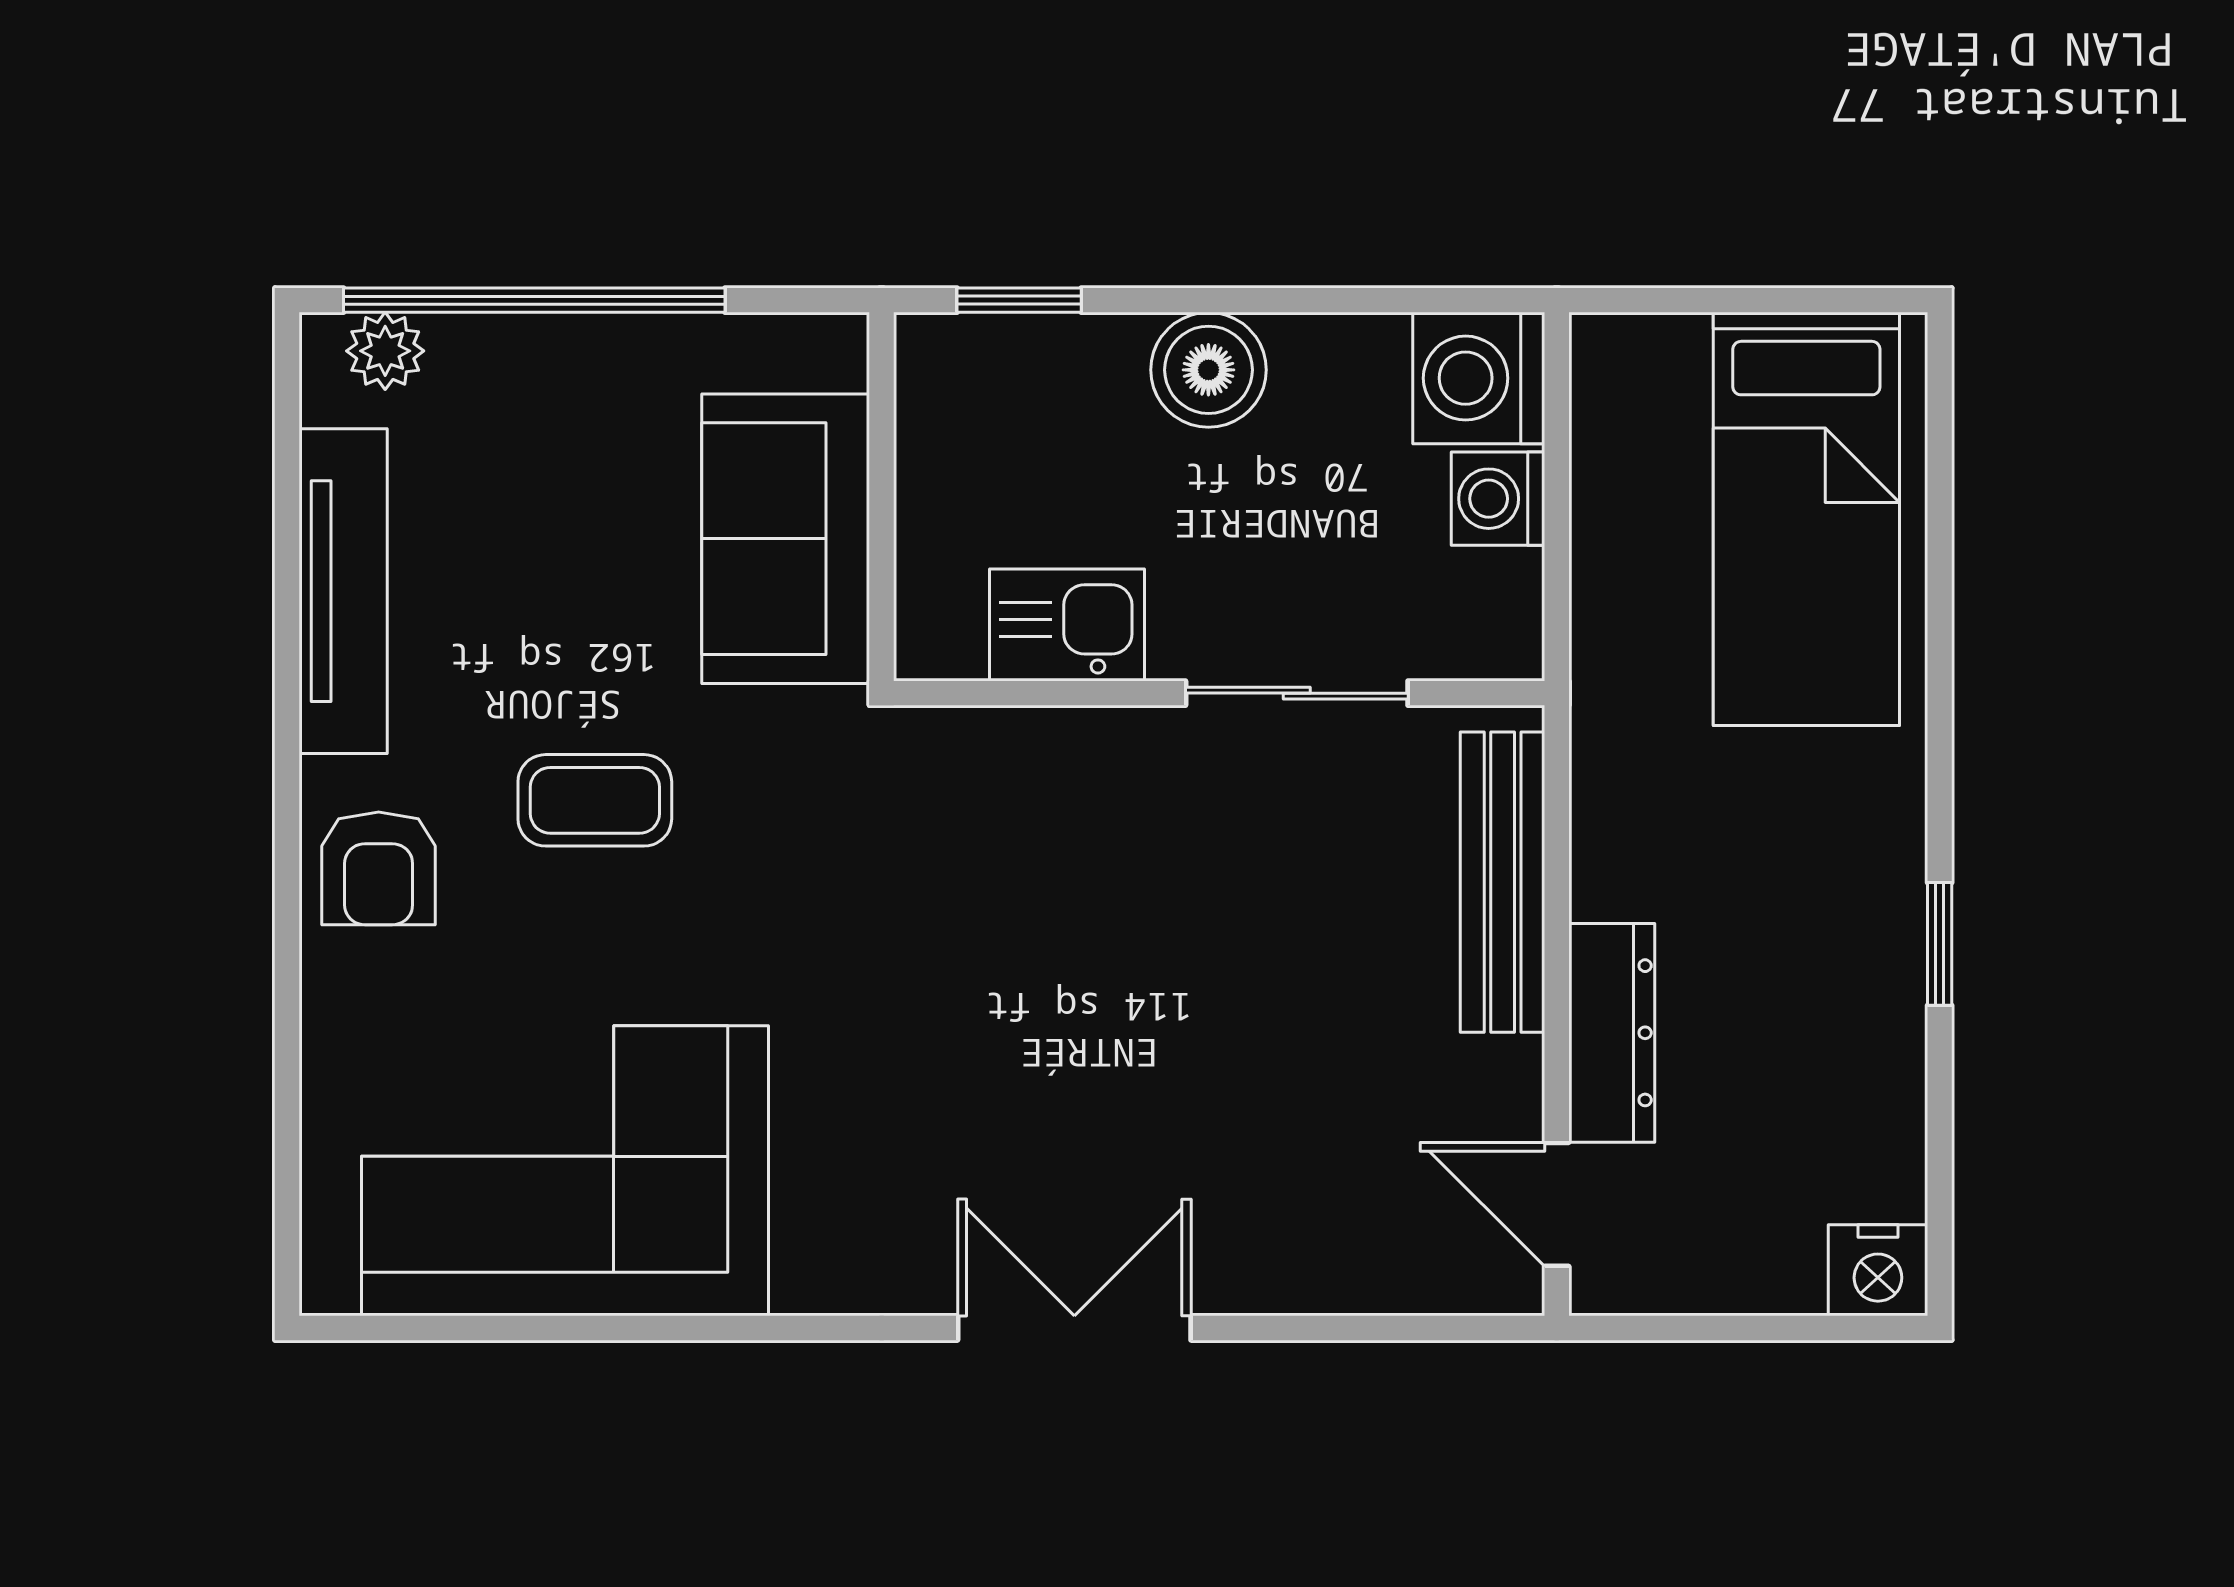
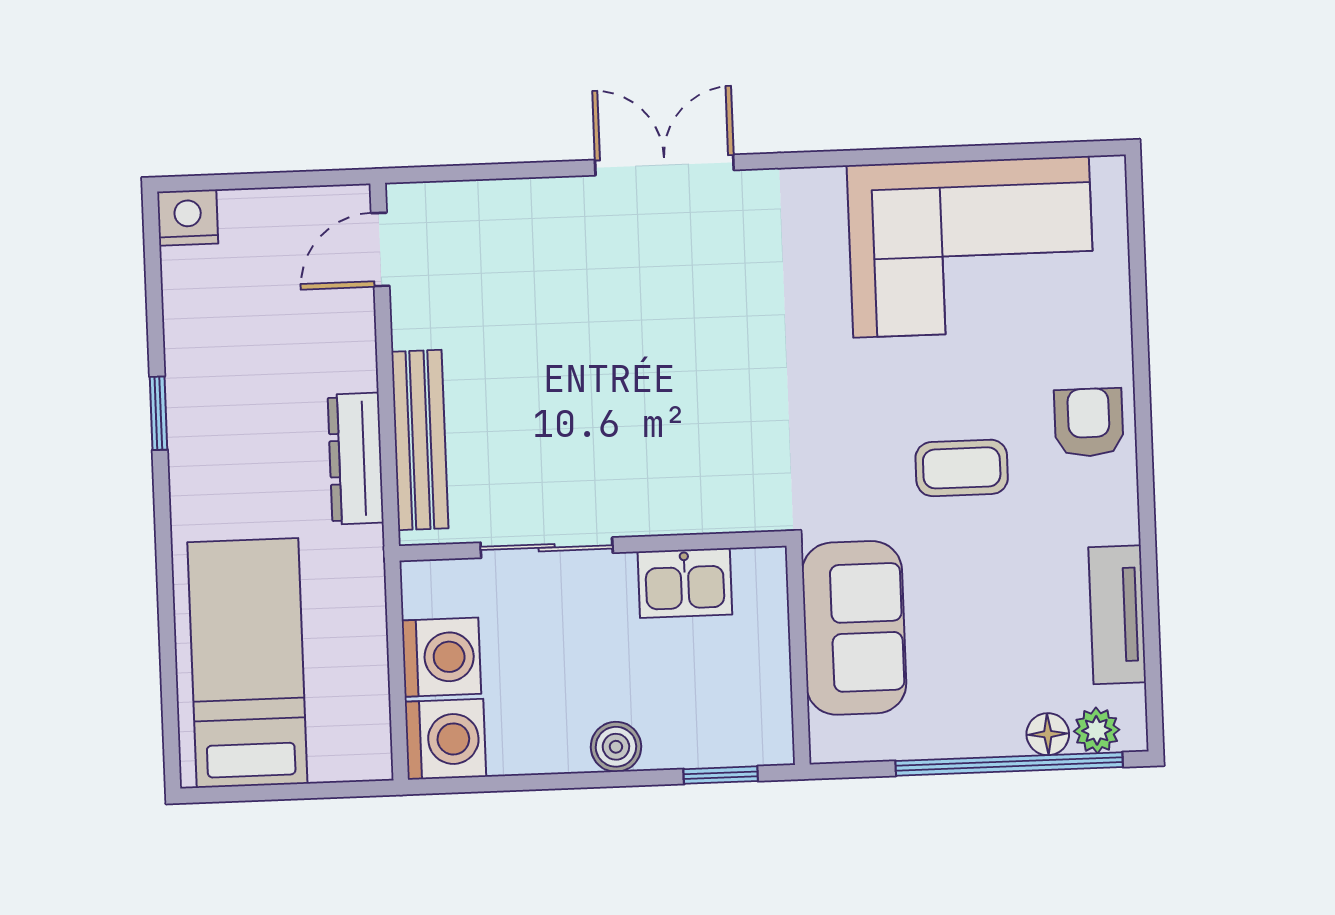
floor lamp: (468, 348) -> (1048, 734), added
boiler: (1208, 370) -> (616, 747), width x0.73, depth x0.73
washing machine: (1498, 499) -> (441, 657), width x1.38, depth x1.38
tv unit: (343, 591) -> (1117, 615), width x0.71
dresser: (1612, 1033) -> (356, 459), moved
door: (1557, 1204) -> (380, 250), swing flipped
double door: (1074, 1328) -> (664, 165), swing flipped

